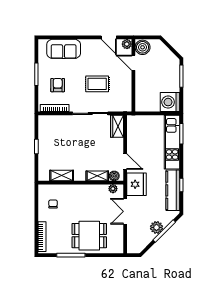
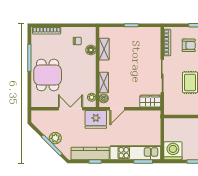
floor lamp: (63, 190) -> (91, 50), added

